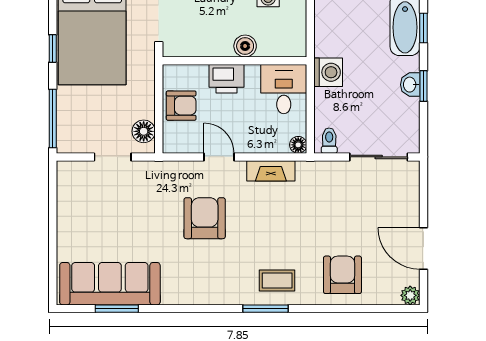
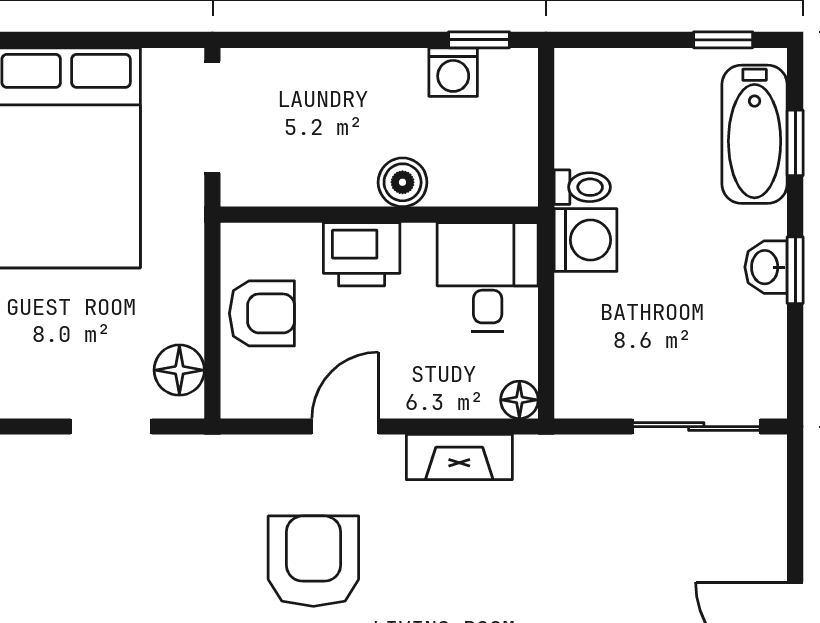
toilet: (329, 141) -> (582, 187), moved, turned 90
door: (219, 157) -> (345, 427), hinge flipped

